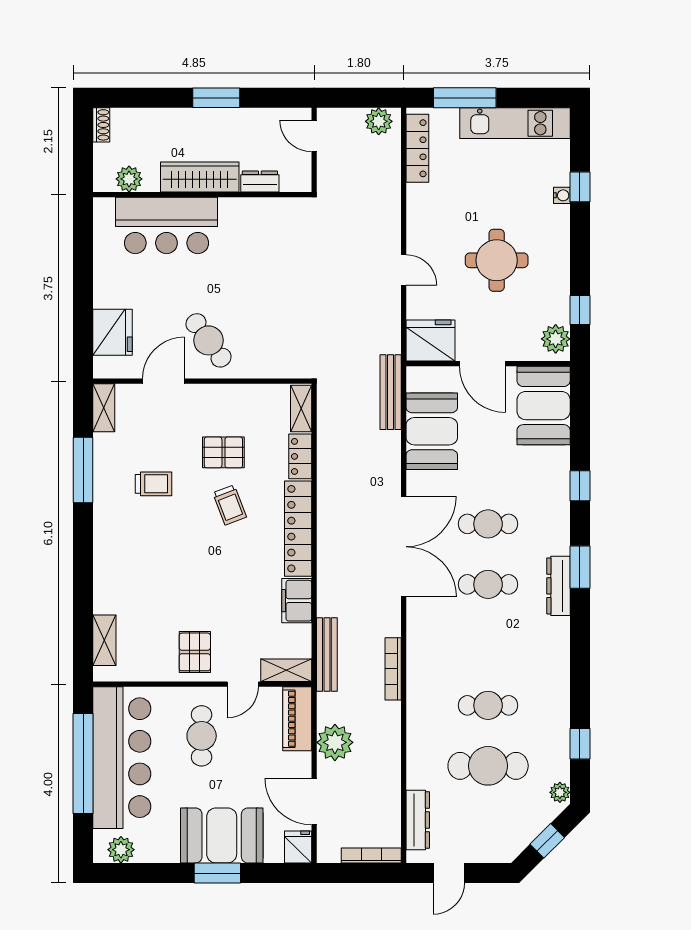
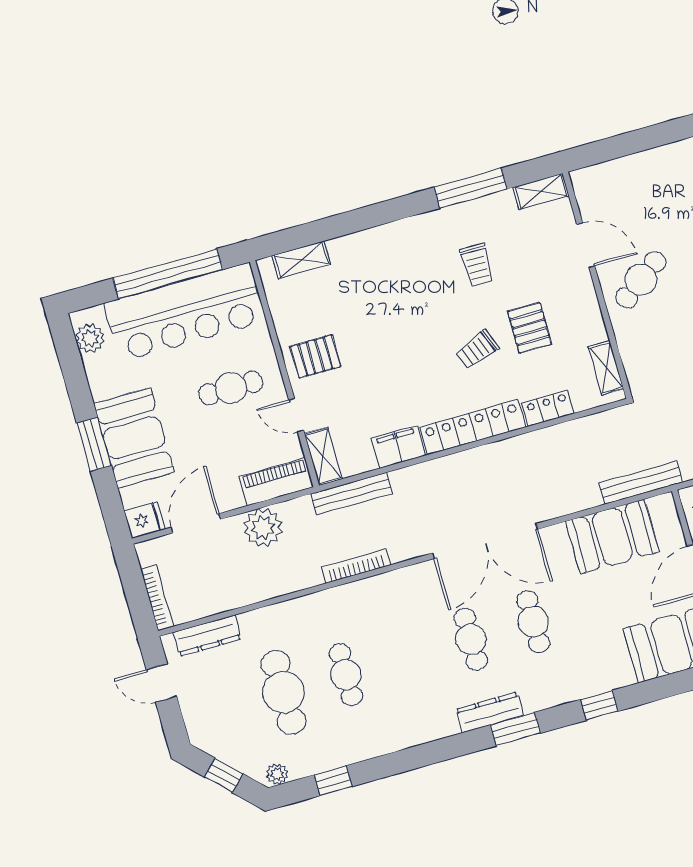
fridge: (113, 332) -> (621, 178), removed
shelving: (301, 409) -> (606, 368), moved, turned 90

